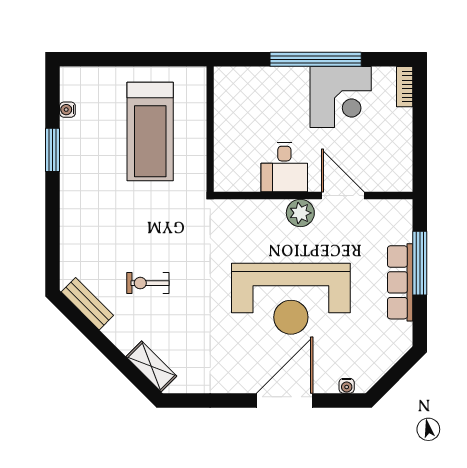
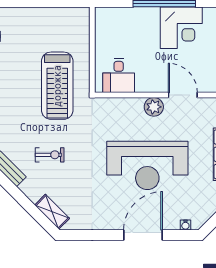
treadmill: (150, 131) -> (57, 86), moved
desk: (284, 167) -> (119, 76), moved
exercise bike: (148, 283) -> (50, 155), turned 180

